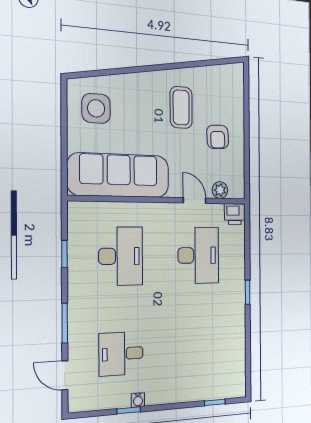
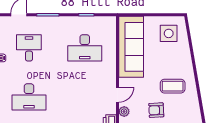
desk: (198, 255) -> (29, 97), moved

